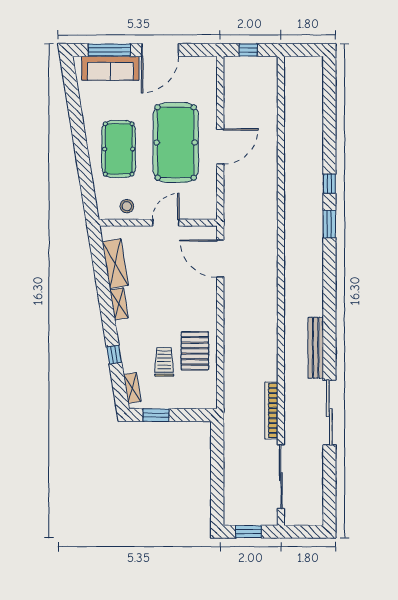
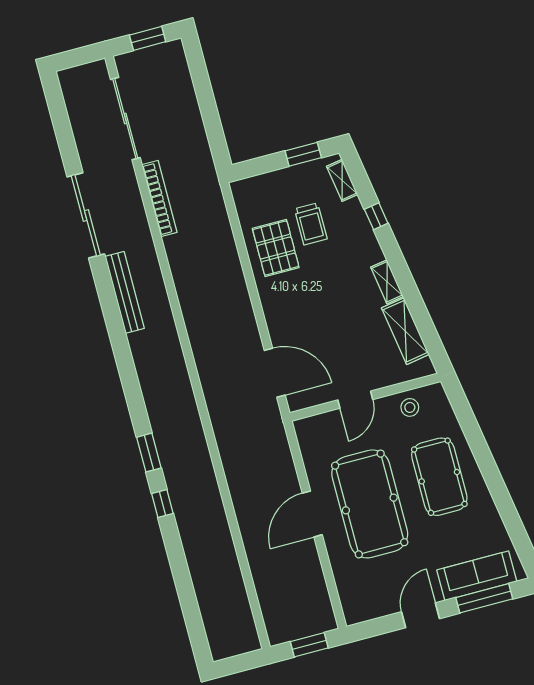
door: (160, 50) -> (420, 615), width x0.73
window: (248, 50) -> (309, 645), width x1.50

